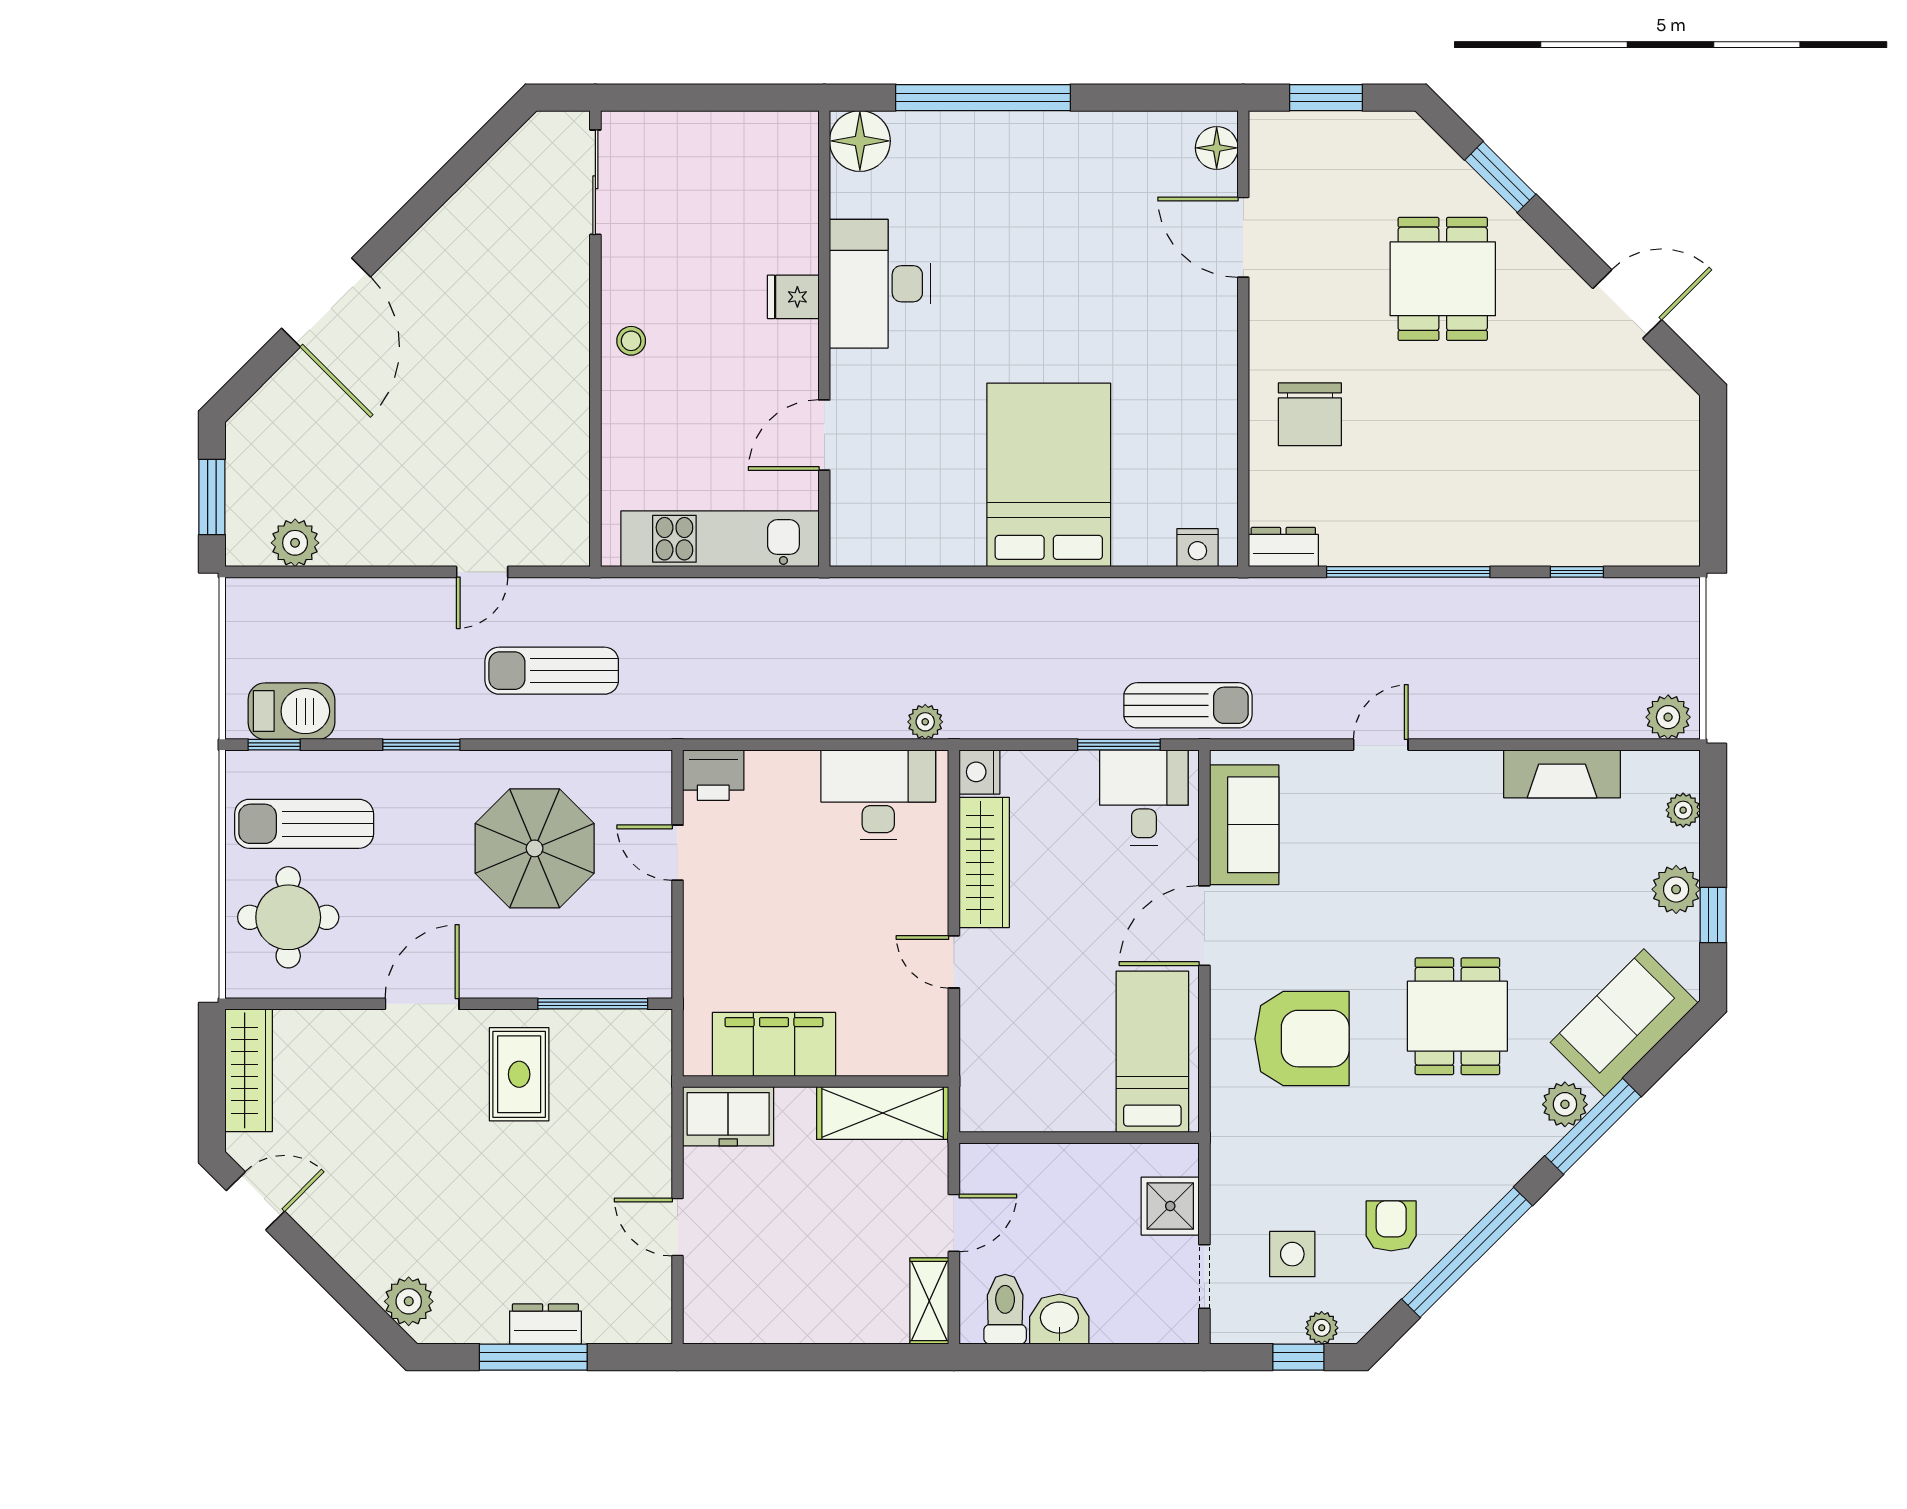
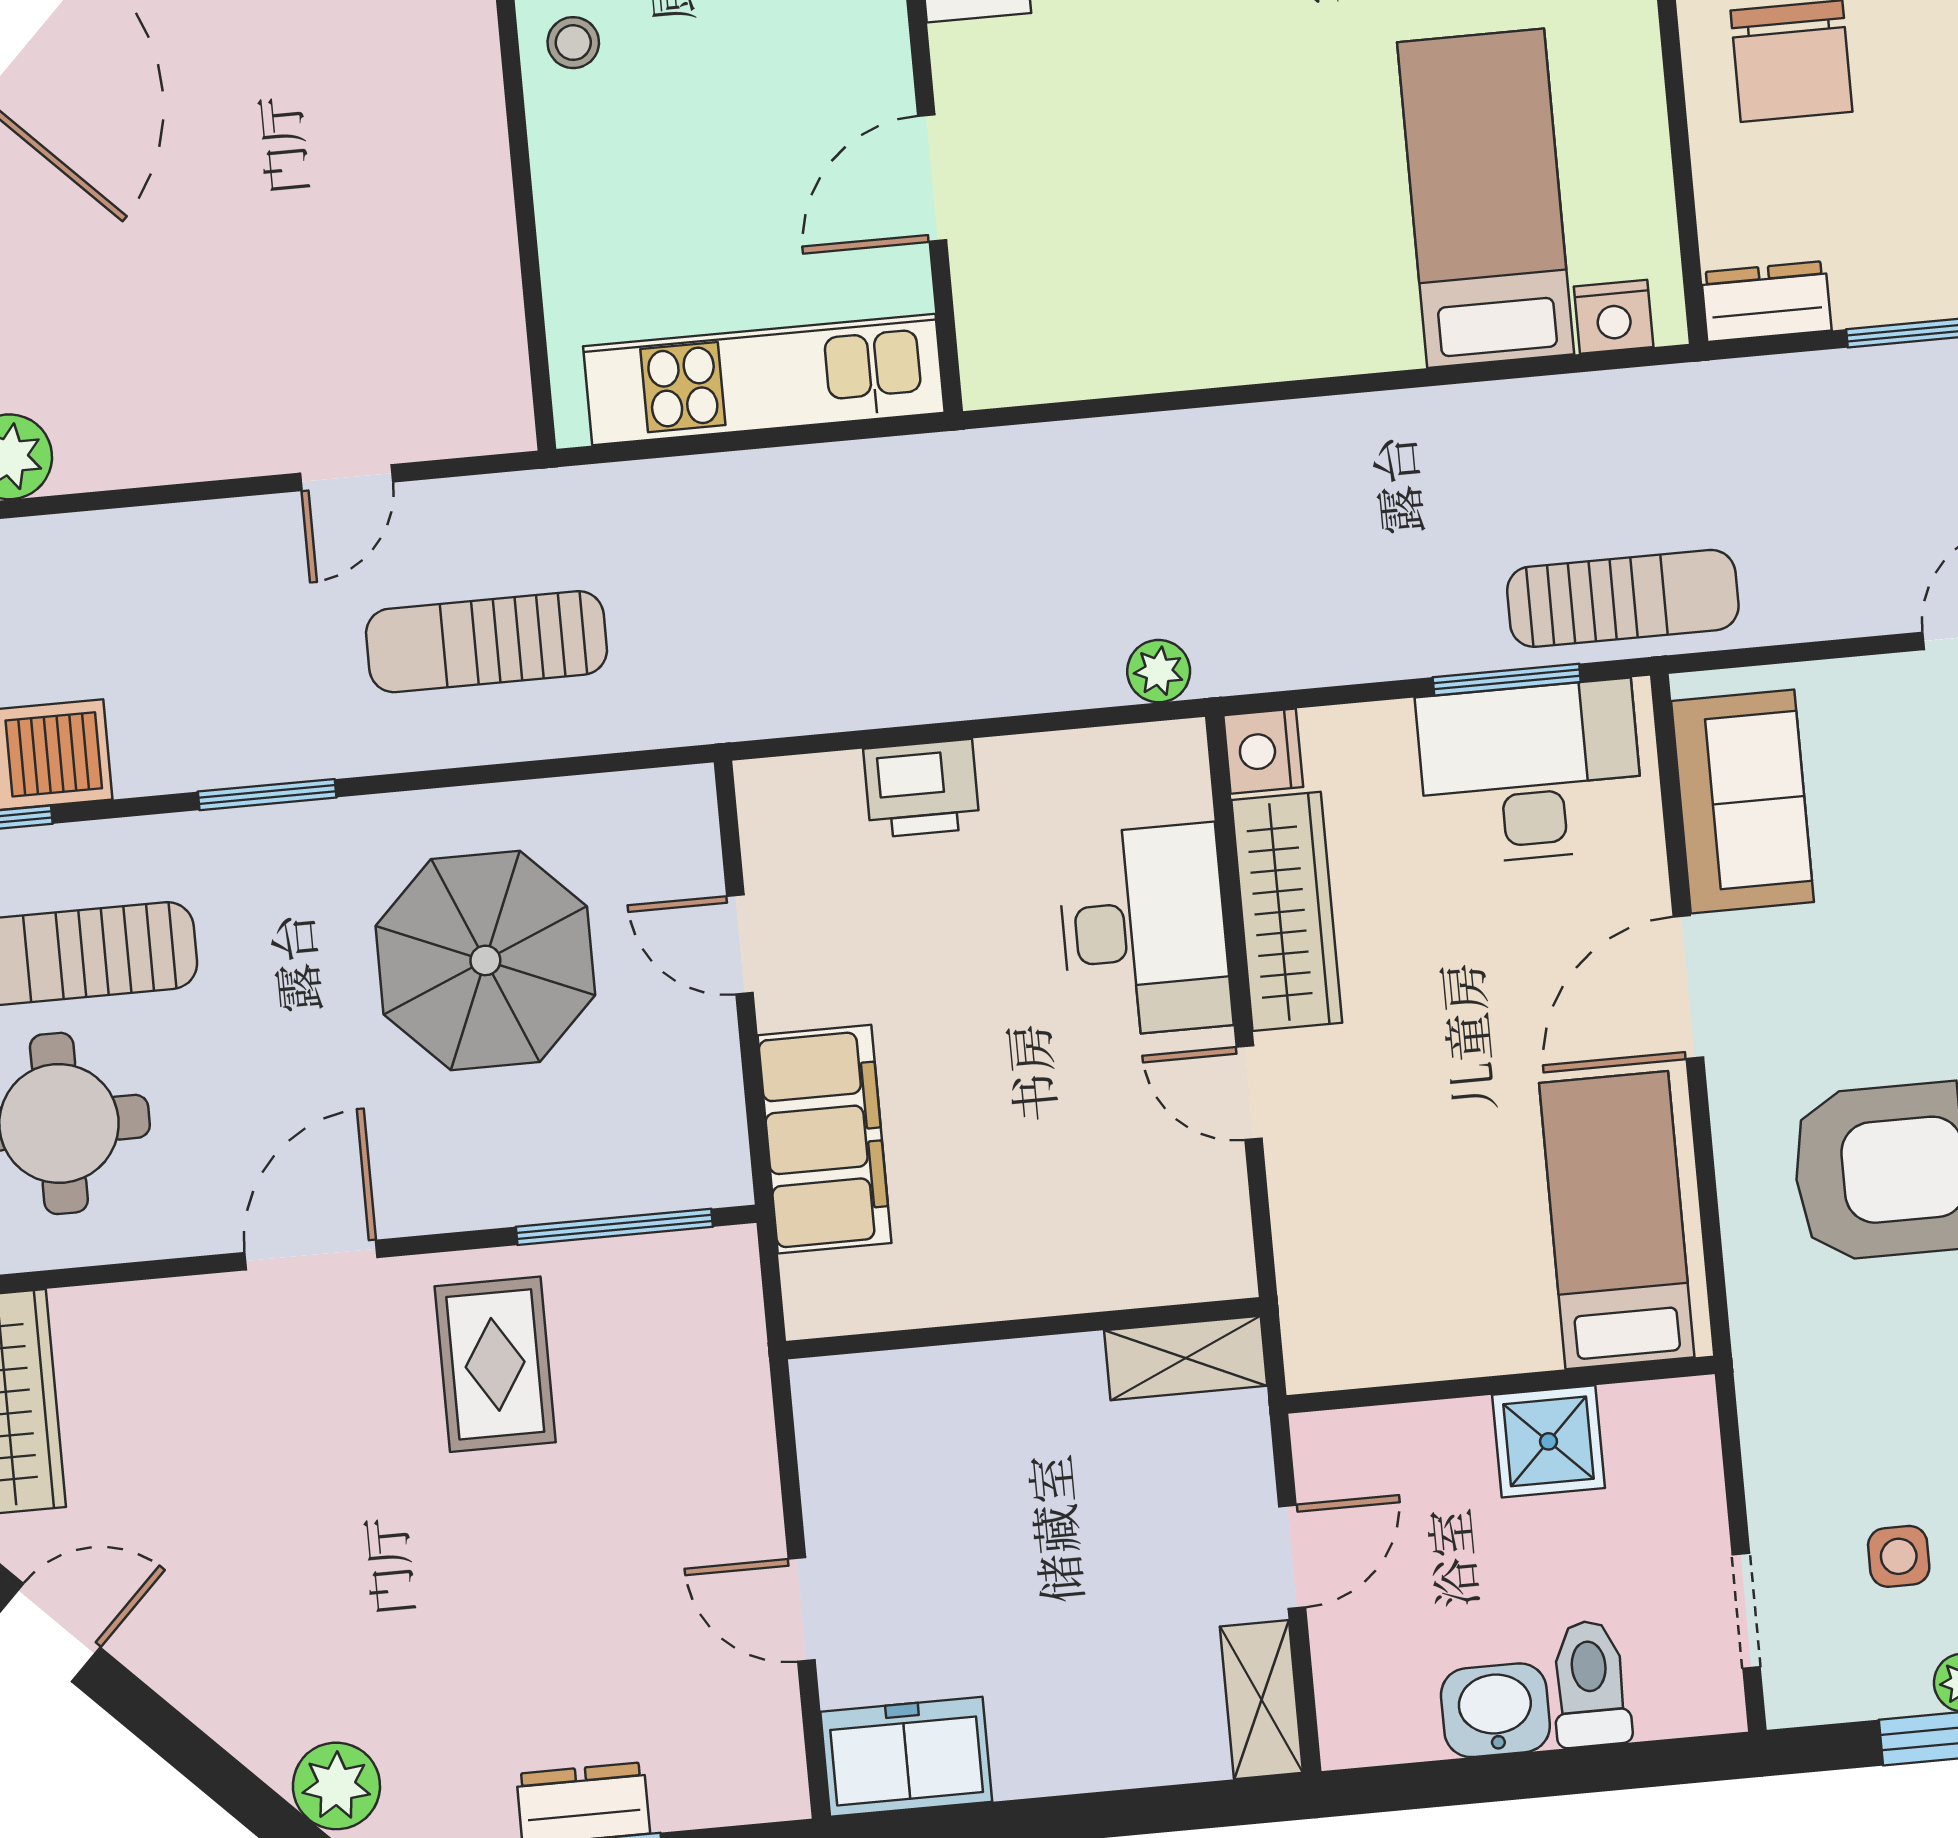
bed: (1049, 475) -> (1486, 198), moved, width x0.67
printer: (713, 775) -> (922, 788), moved
desk: (878, 795) -> (1144, 931), moved, turned 90
desk: (1144, 798) -> (1530, 772), width x1.37
filing cabinet: (774, 1044) -> (824, 1139), moved, turned 90
shelving: (883, 1113) -> (1186, 1358), width x0.67, depth x0.75
freezer: (728, 1116) -> (906, 1757), moved, turned 180
shower: (1170, 1206) -> (1548, 1441), moved
side table: (1292, 1254) -> (1899, 1556), width x0.73, depth x0.73
toilet: (1005, 1309) -> (1590, 1684), moved

